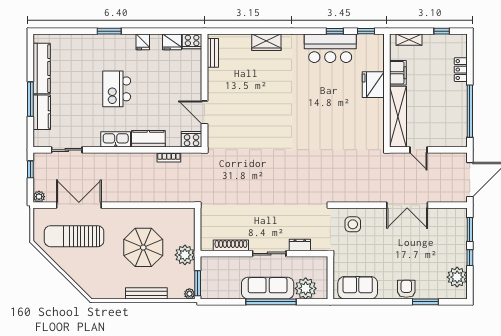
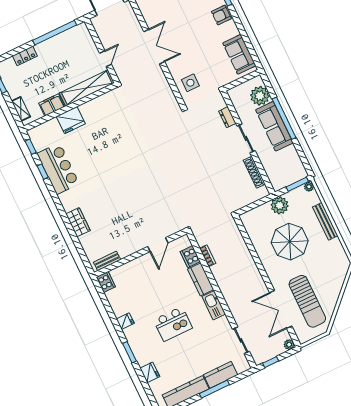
fridge: (172, 42) -> (150, 372), moved
cooker: (192, 139) -> (190, 257), moved

